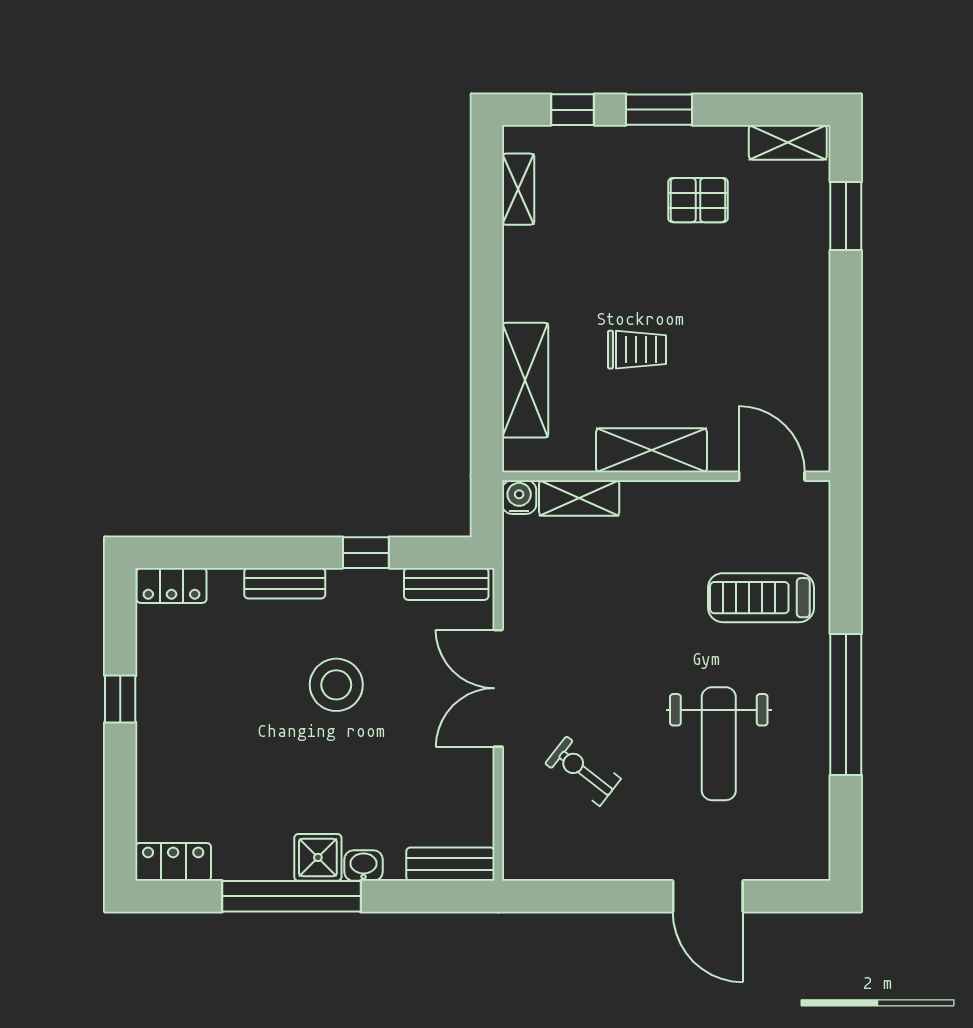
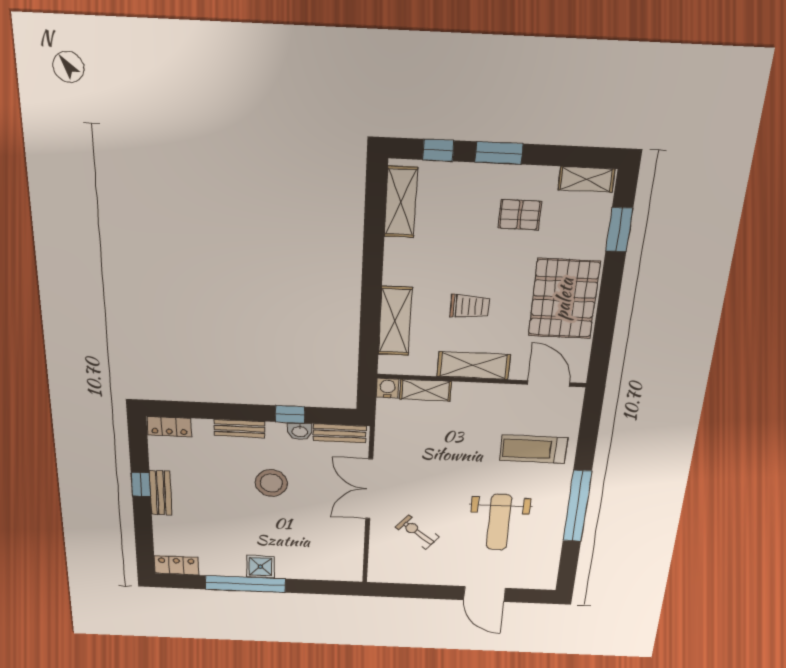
shelving: (518, 189) -> (401, 202), width x1.50, depth x1.33
pallet: (779, 330) -> (564, 299), added
bench: (450, 864) -> (161, 493), moved, turned 90
washbasin: (364, 866) -> (300, 431), moved, turned 180

